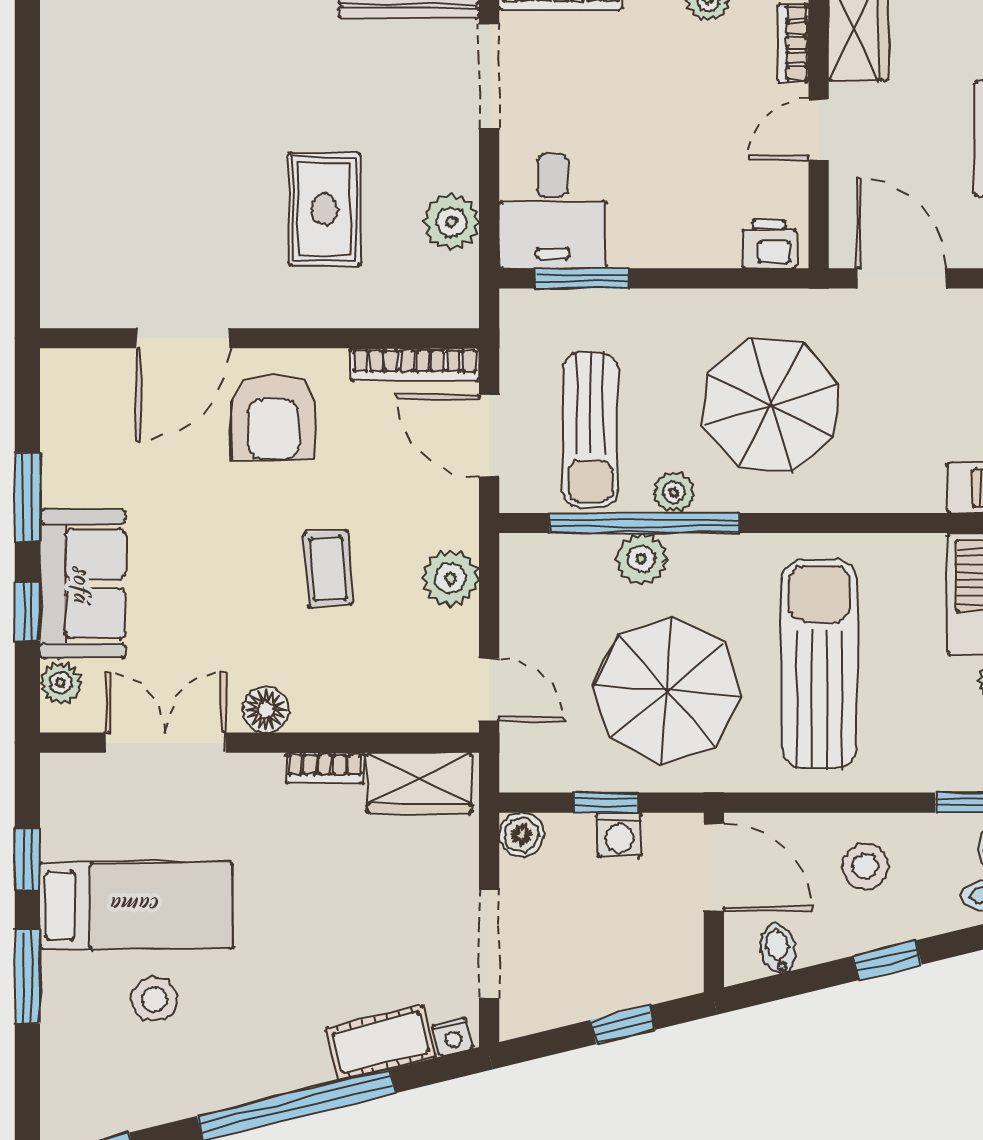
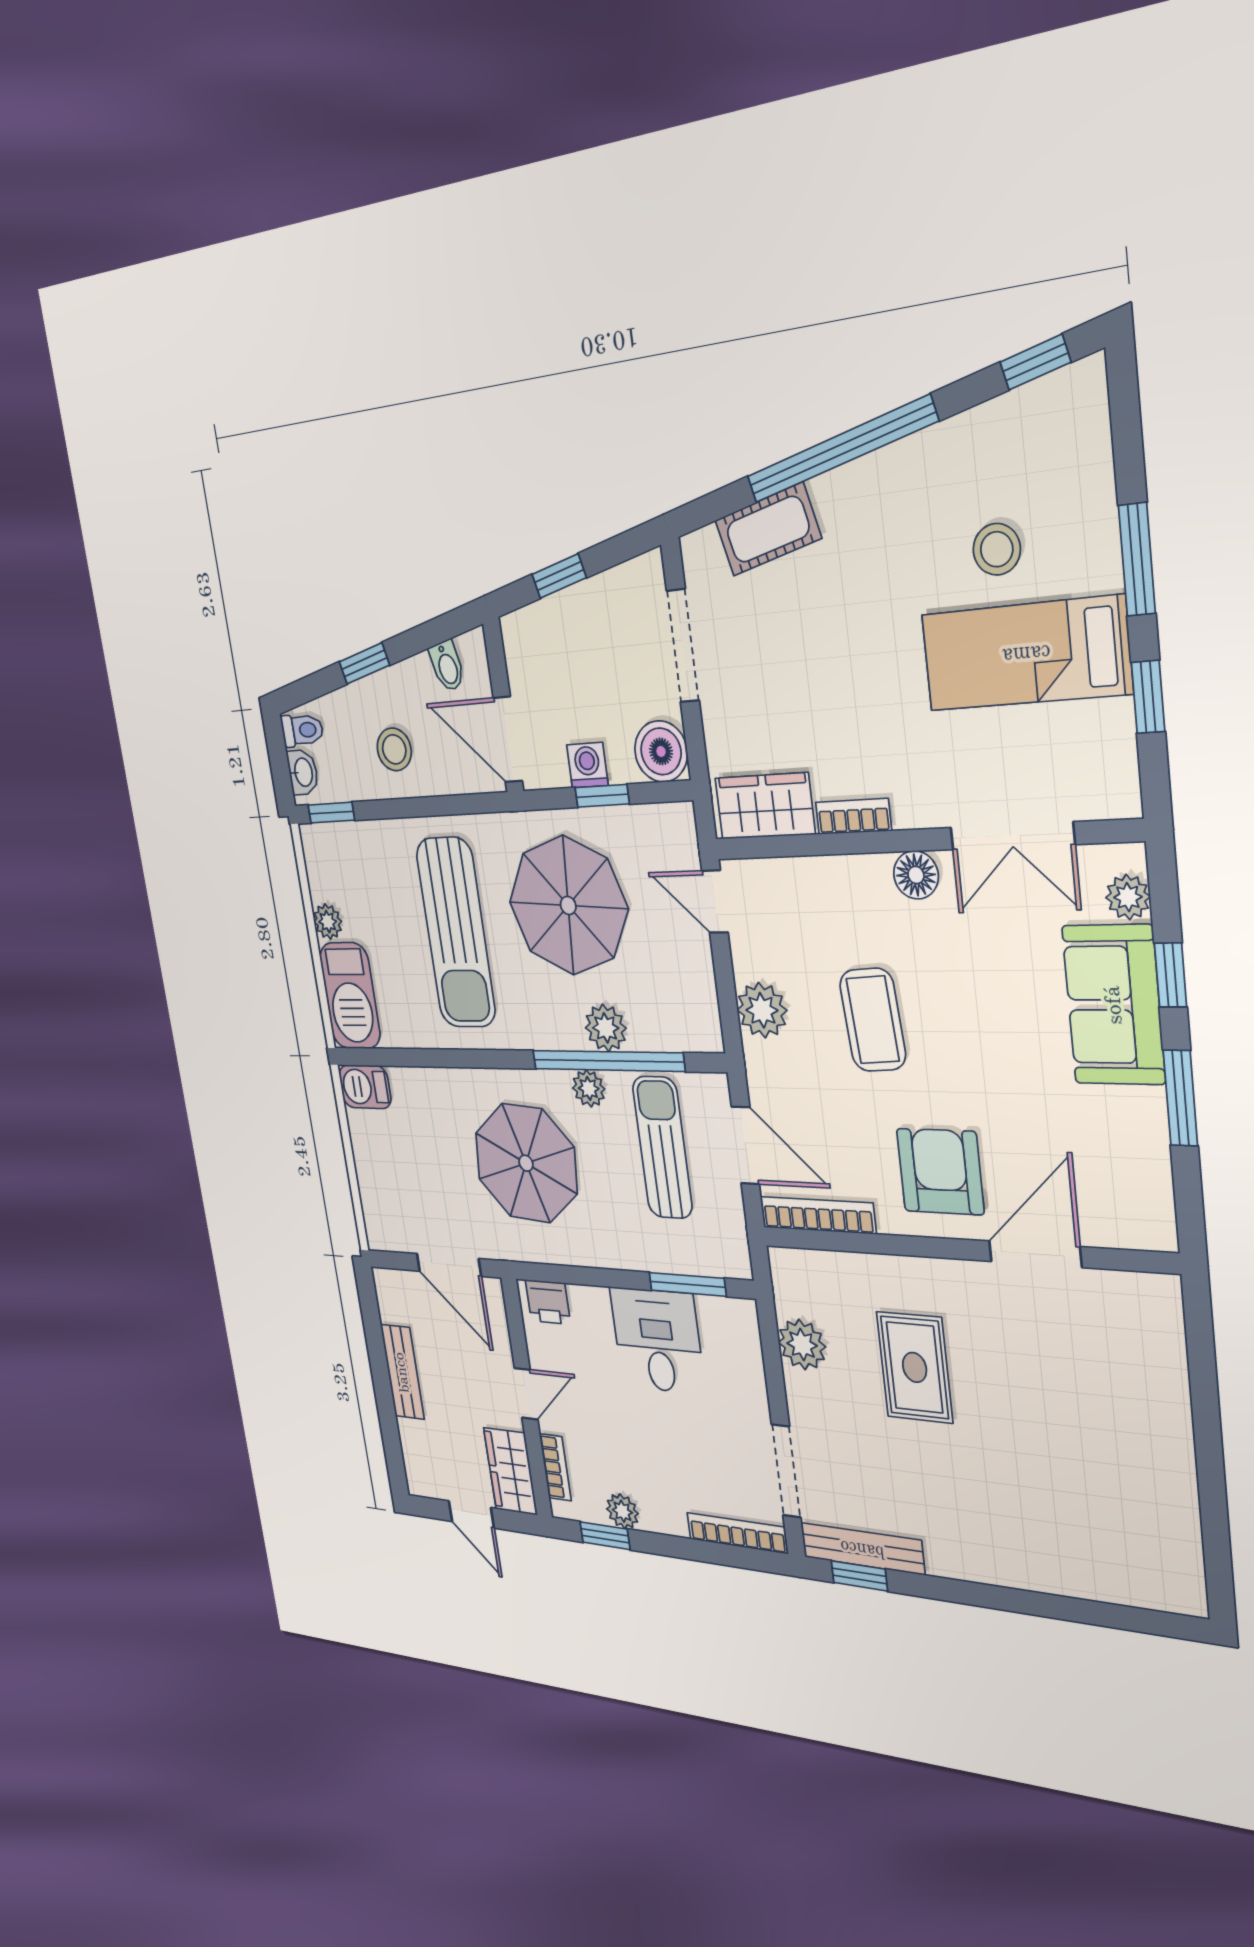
desk: (553, 211) -> (657, 1340), moved
coffee table: (328, 569) -> (873, 1020), width x1.36, depth x1.30
boiler: (522, 835) -> (661, 751), width x1.36, depth x1.36
nightstand: (453, 1037) -> (703, 545), removed

